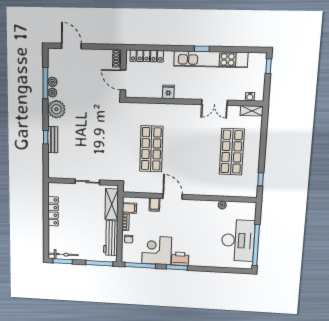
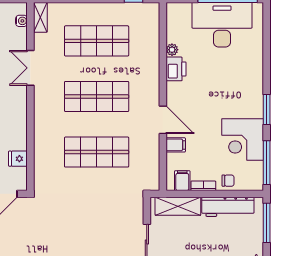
fridge: (168, 92) -> (18, 159), moved
double door: (215, 102) -> (30, 68), swing flipped
shop shelf: (191, 150) -> (97, 96), added
door: (173, 196) -> (163, 120), swing flipped
printer: (180, 259) -> (176, 69), moved, turned 180

